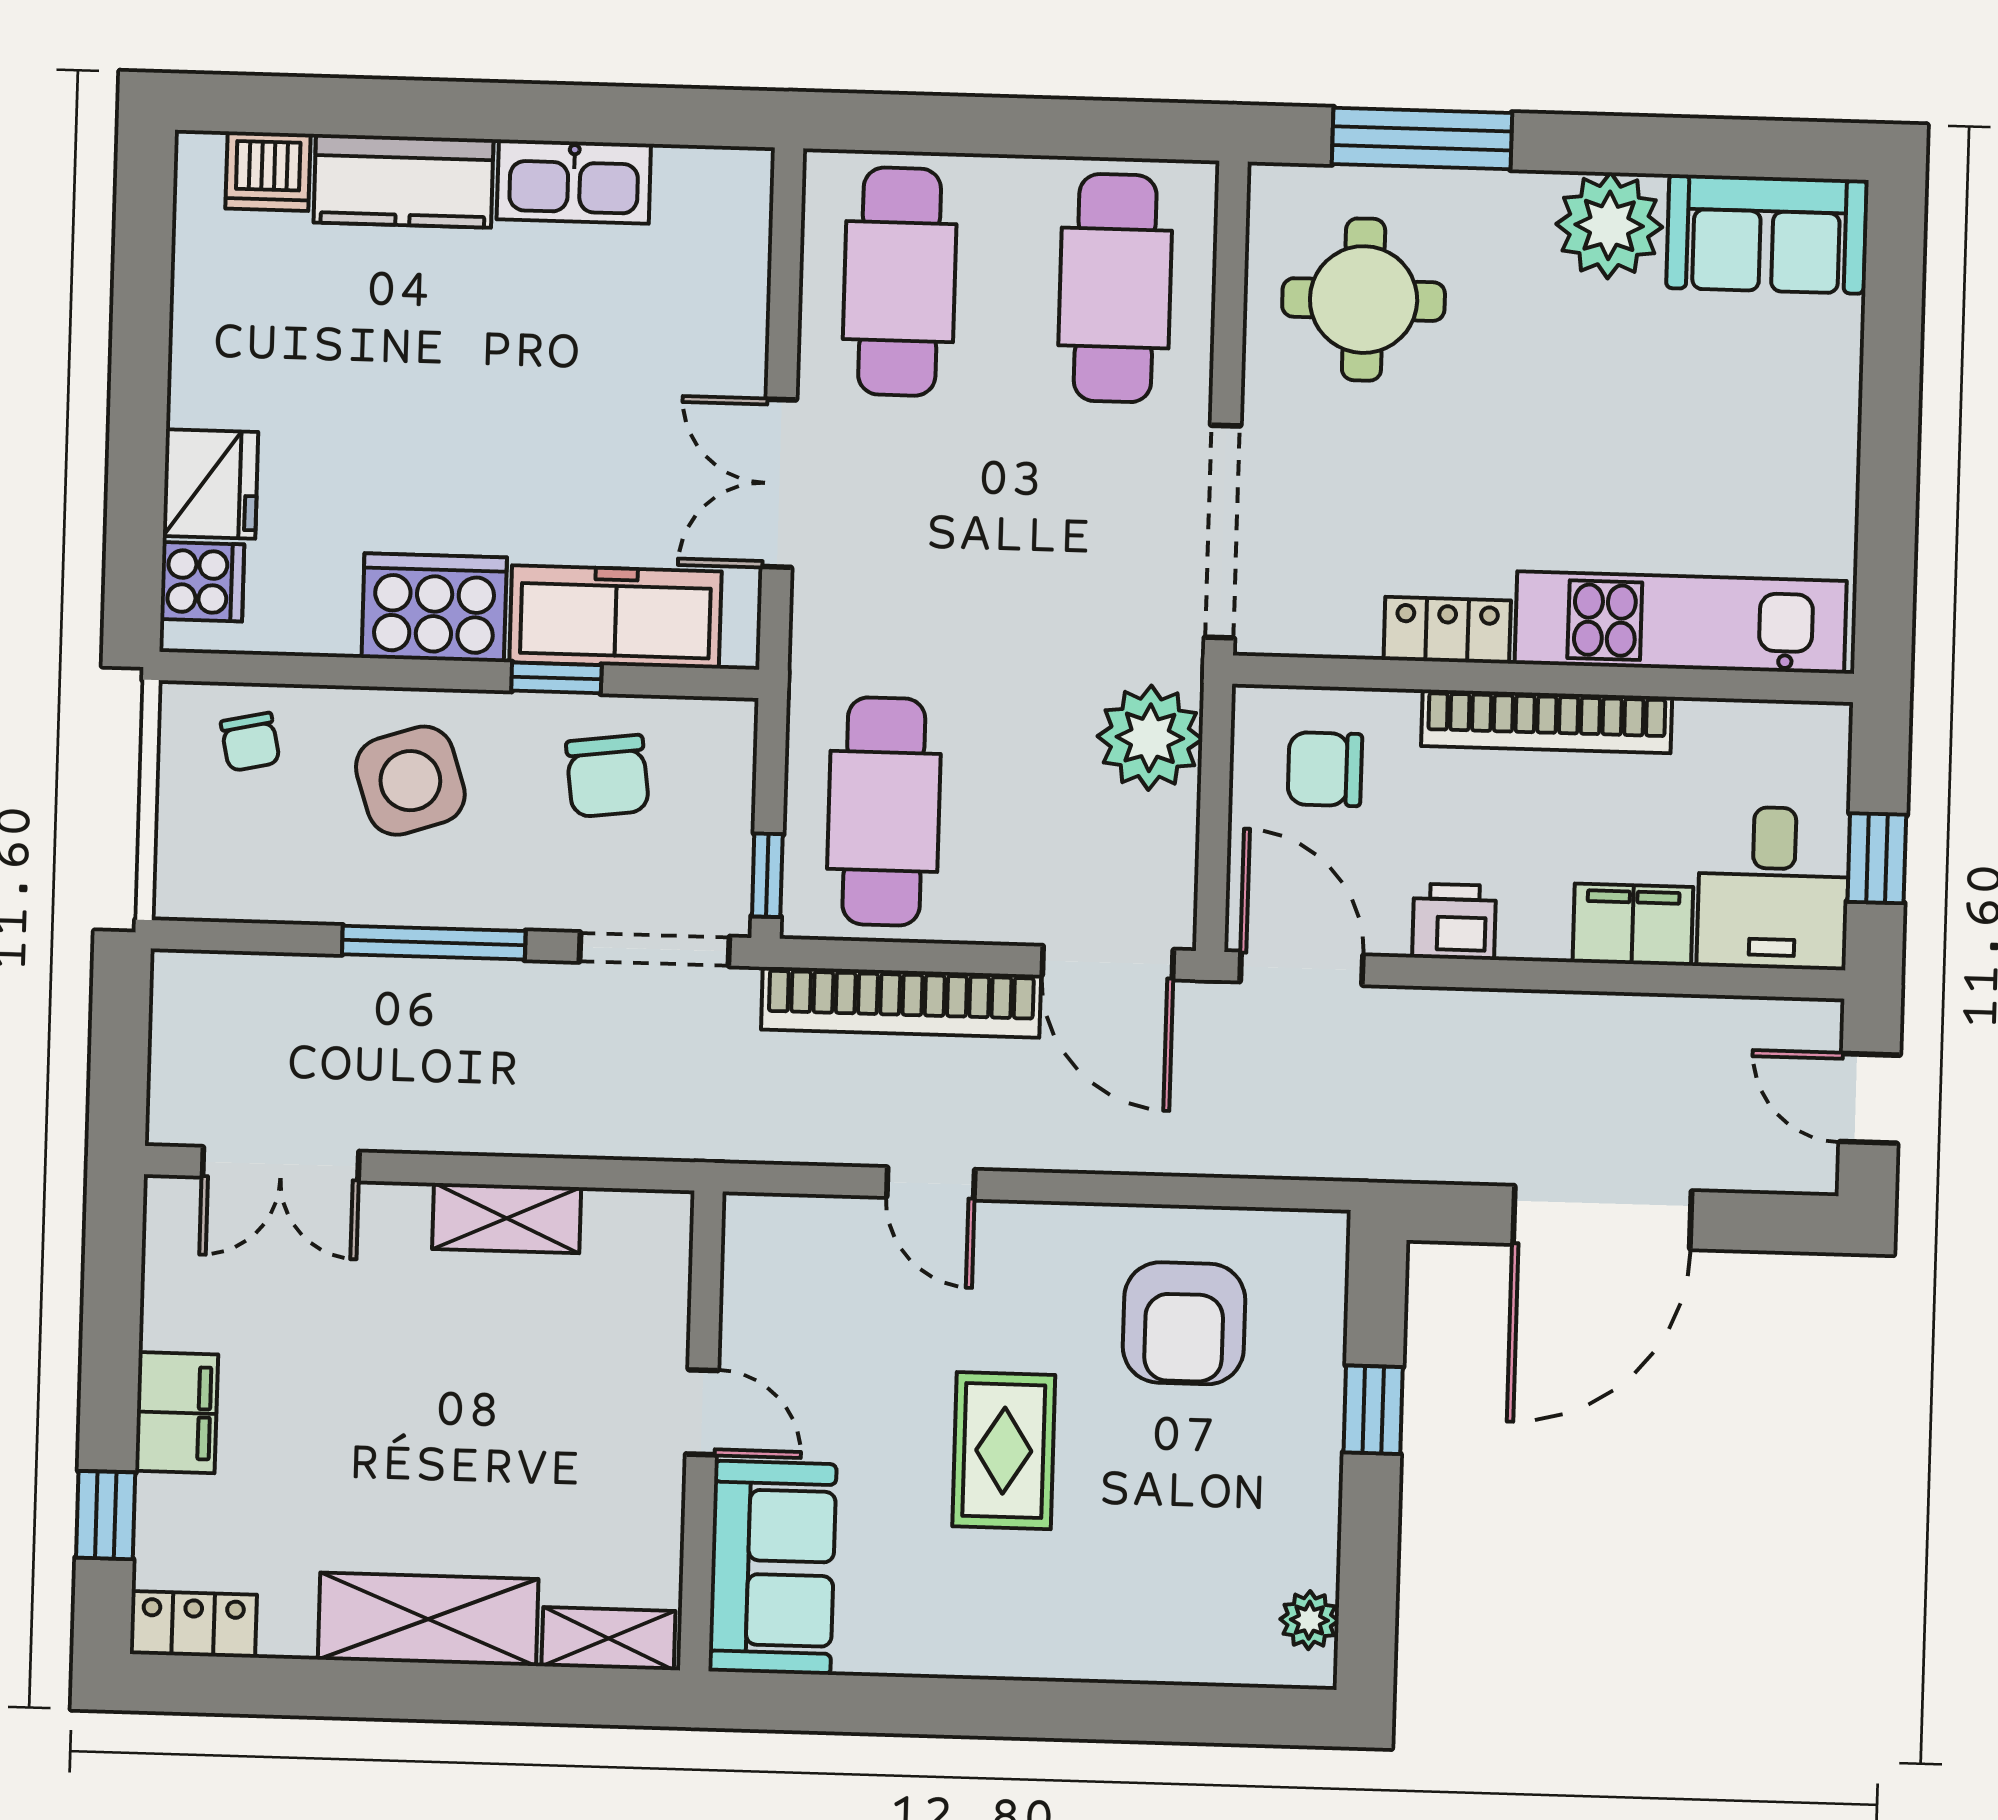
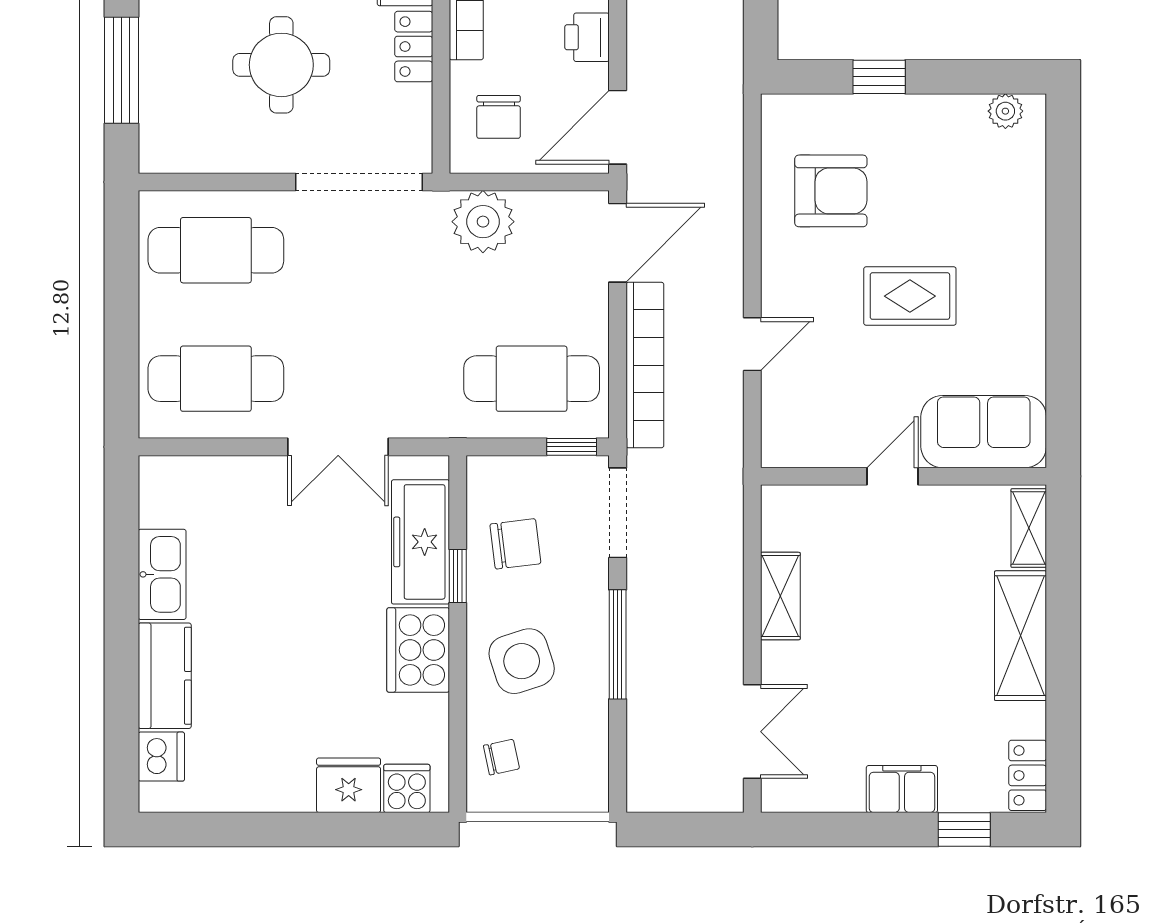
round table: (1364, 300) -> (281, 65), moved

